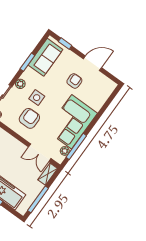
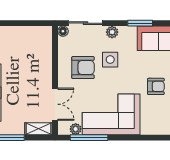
double door: (40, 153) -> (55, 104), swing flipped

